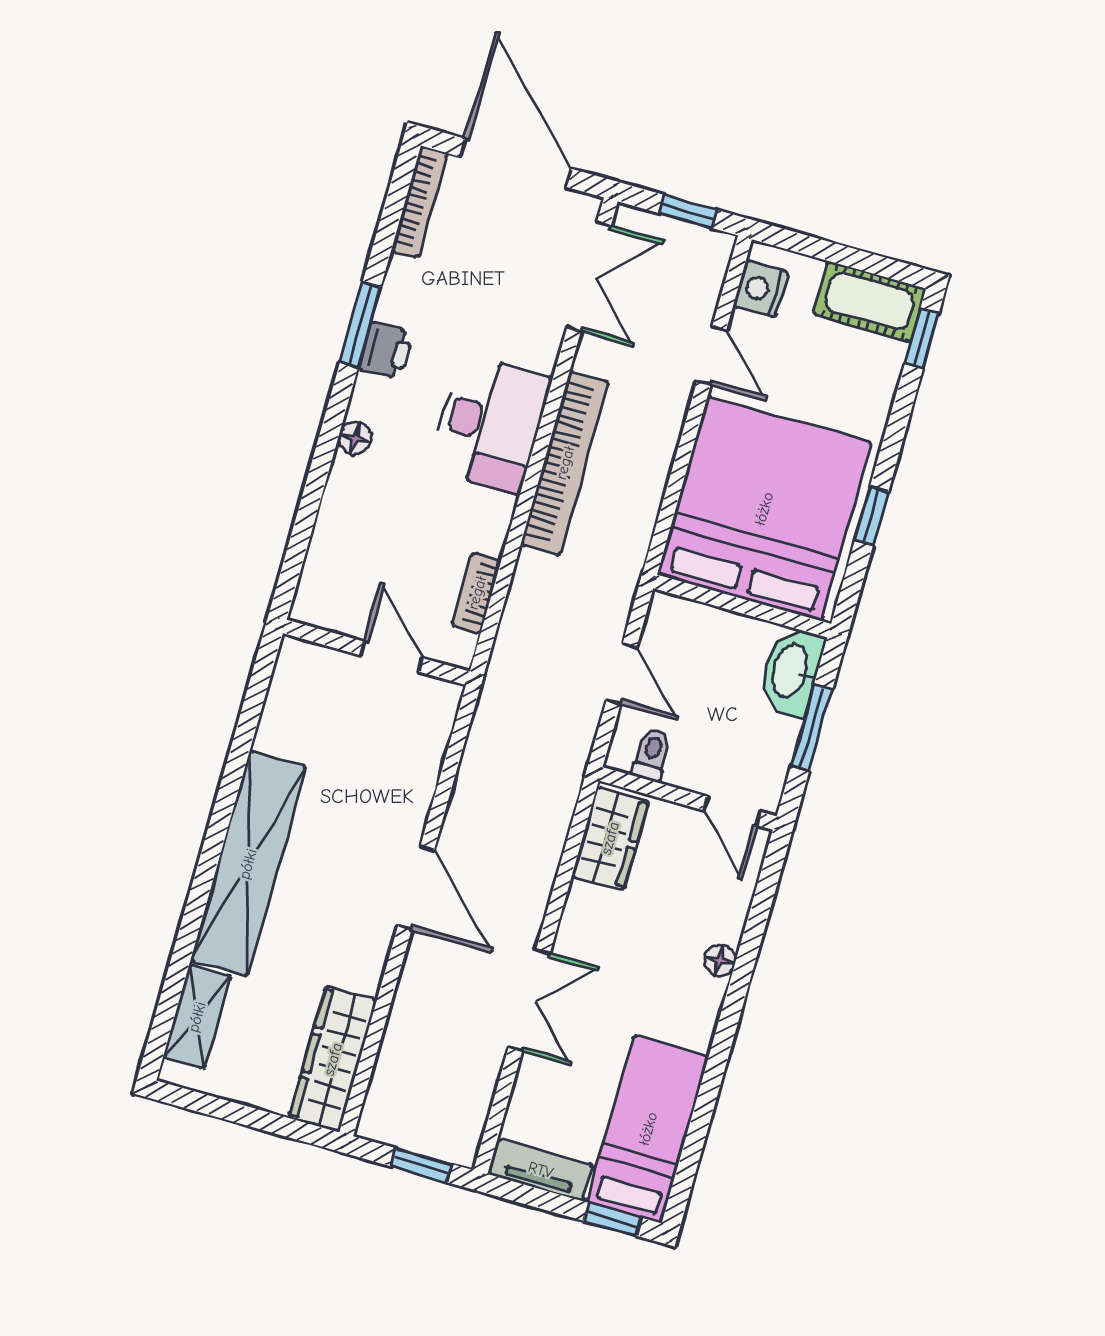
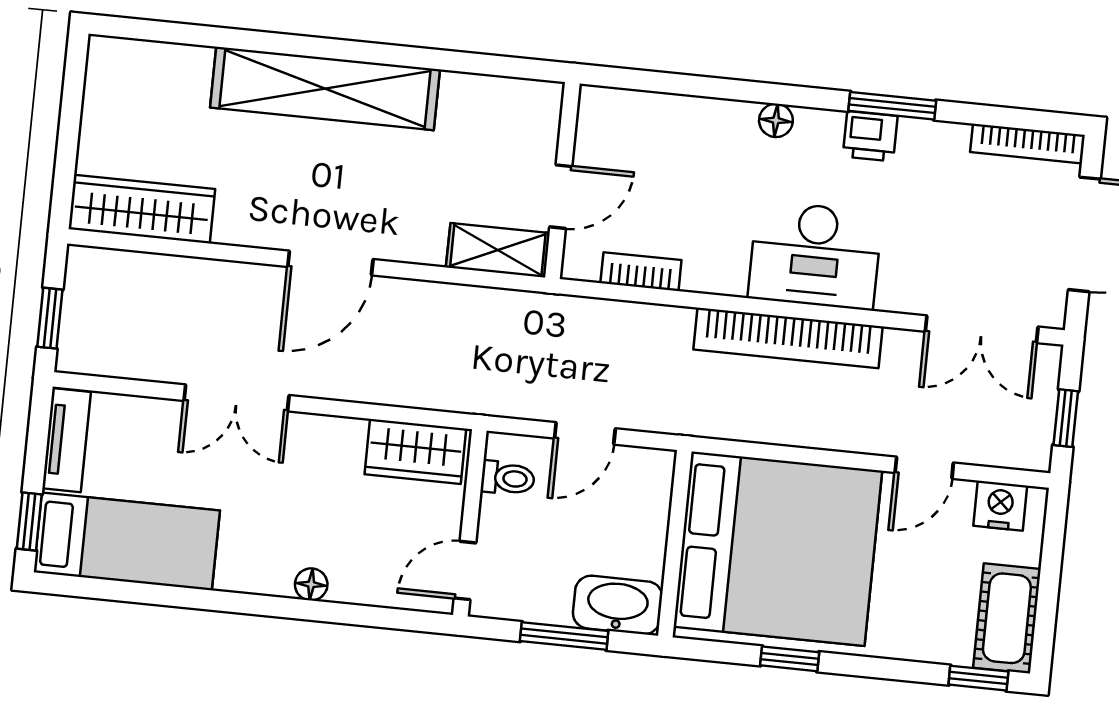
shelving: (197, 1017) -> (498, 250), moved

